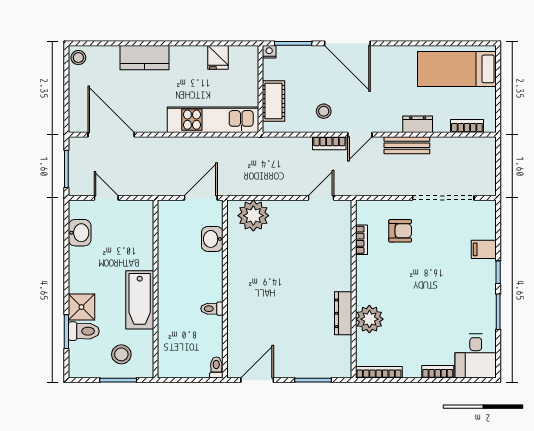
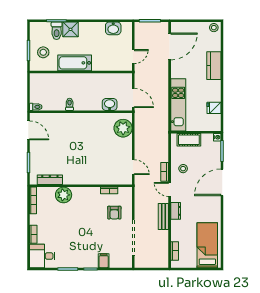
dresser: (418, 124) -> (176, 211), moved
door: (106, 198) -> (133, 57), moved
dresser: (343, 313) -> (50, 180), moved

